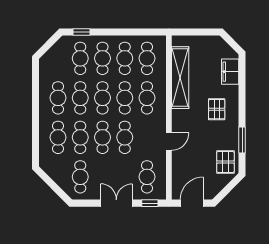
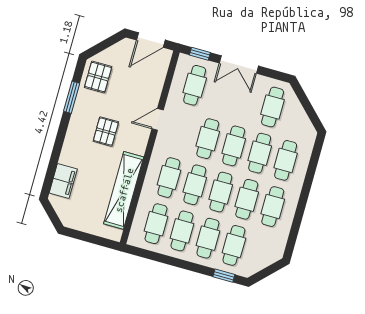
pallet: (217, 109) -> (106, 132), moved

